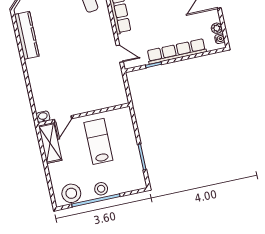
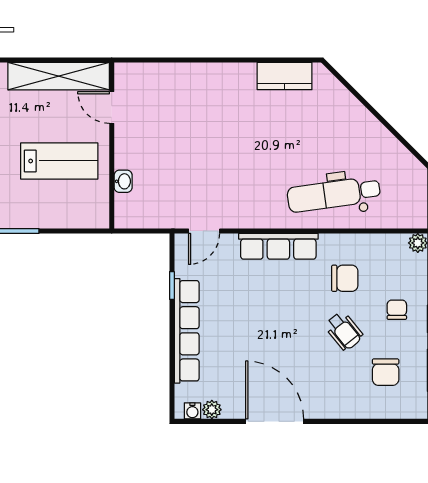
kitchen counter: (27, 35) -> (285, 76), width x0.67
washbasin: (43, 117) -> (123, 181), moved
shelving: (50, 143) -> (59, 76), width x1.47

